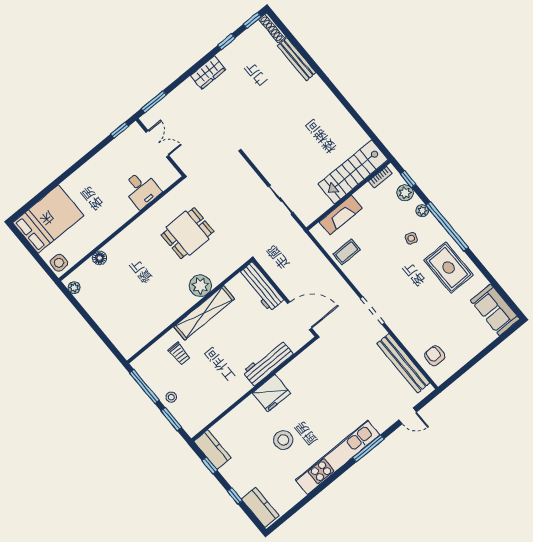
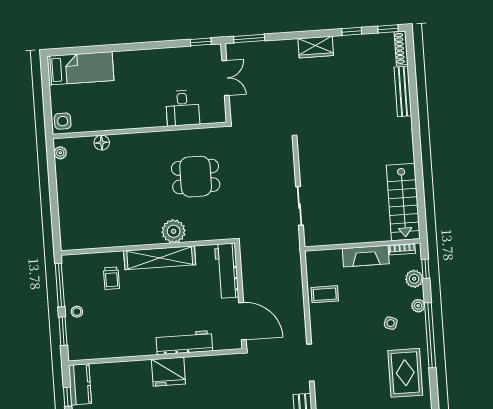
stairs: (353, 172) -> (403, 202), moved, turned -90
fireplace: (341, 215) -> (366, 256), moved
bed: (48, 219) -> (80, 68), width x0.67

